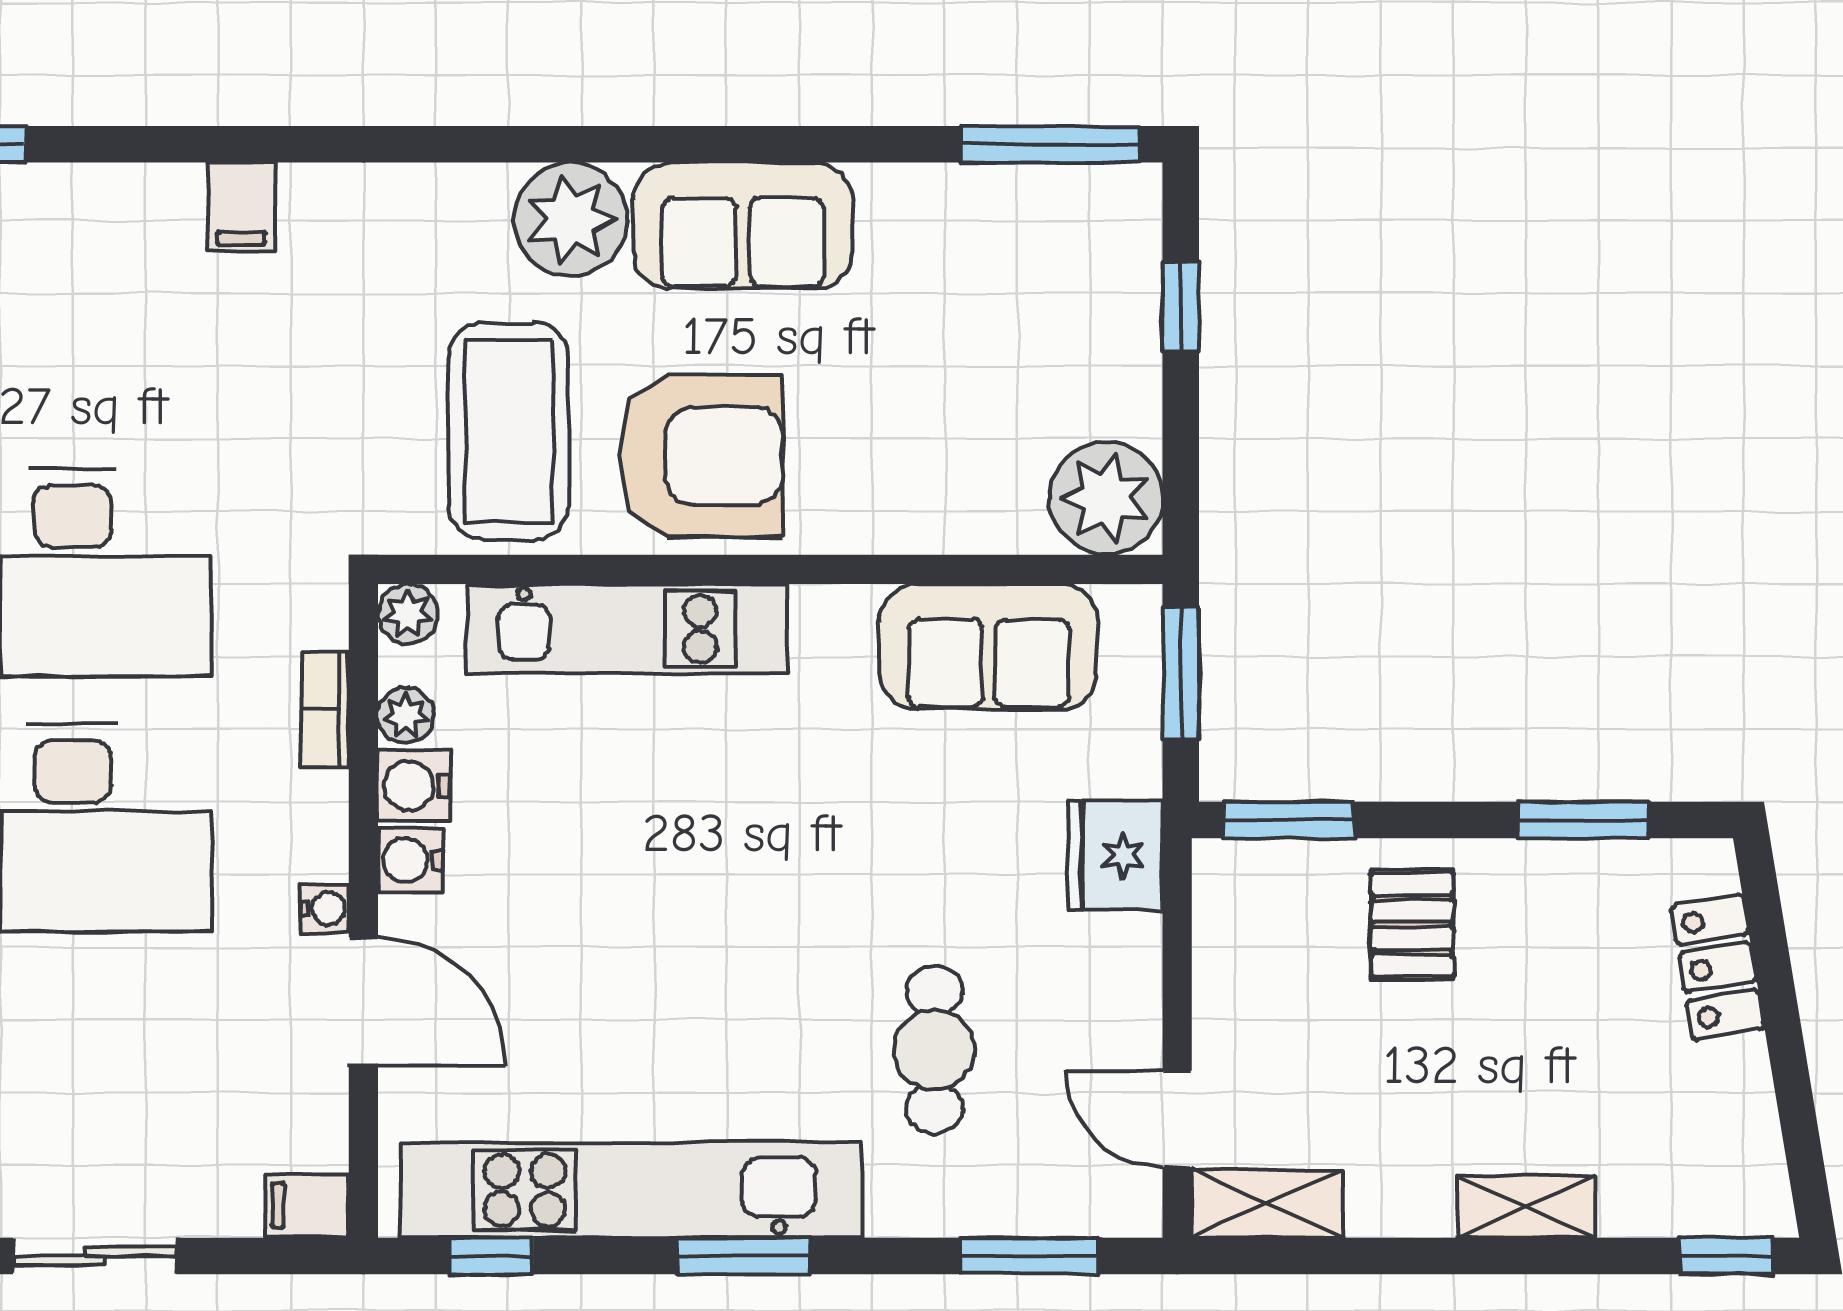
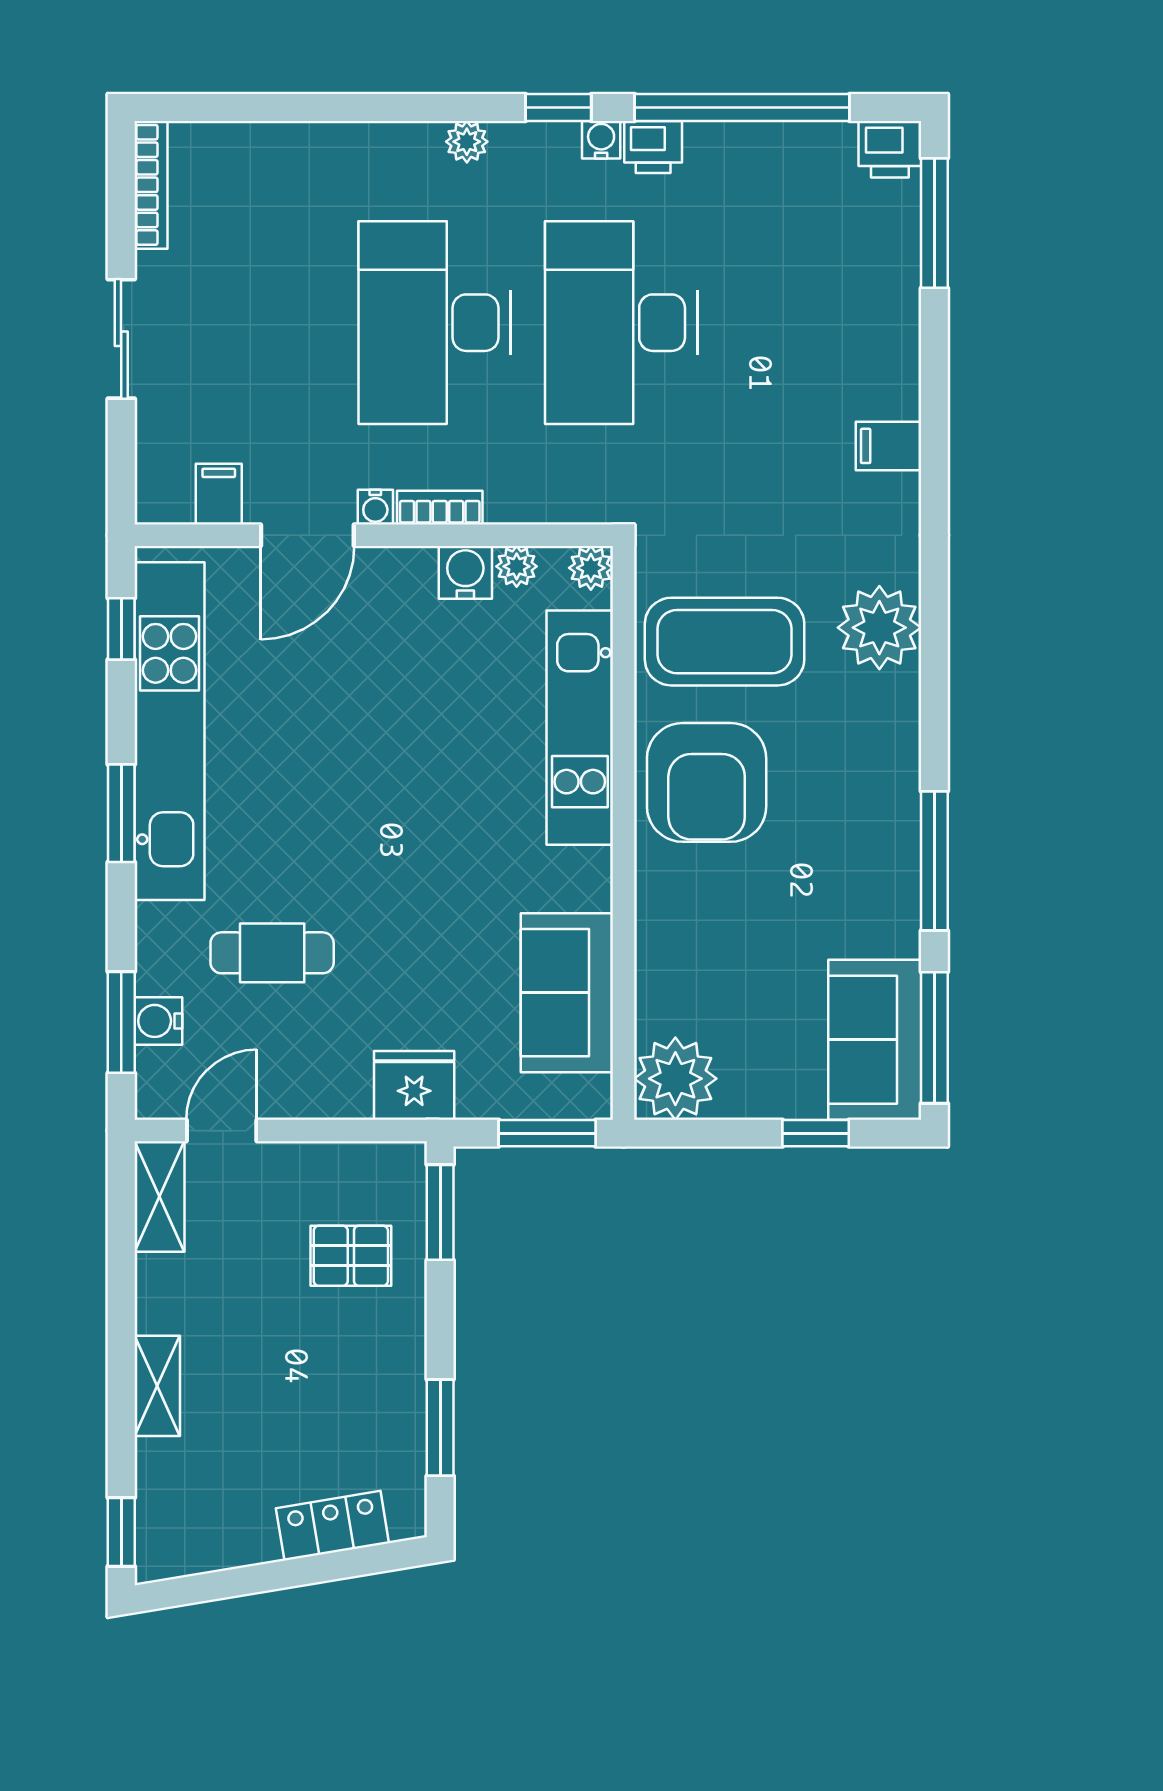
window: (808, 144) -> (934, 861), added
plant: (570, 220) -> (879, 628), moved
sofa: (743, 226) -> (875, 1040), moved
bookcase: (326, 709) -> (440, 508), moved
water cooler: (410, 860) -> (158, 1021), moved, turned -90
pallet: (1412, 925) -> (351, 1256), moved
filing cabinet: (307, 1205) -> (219, 494), moved

